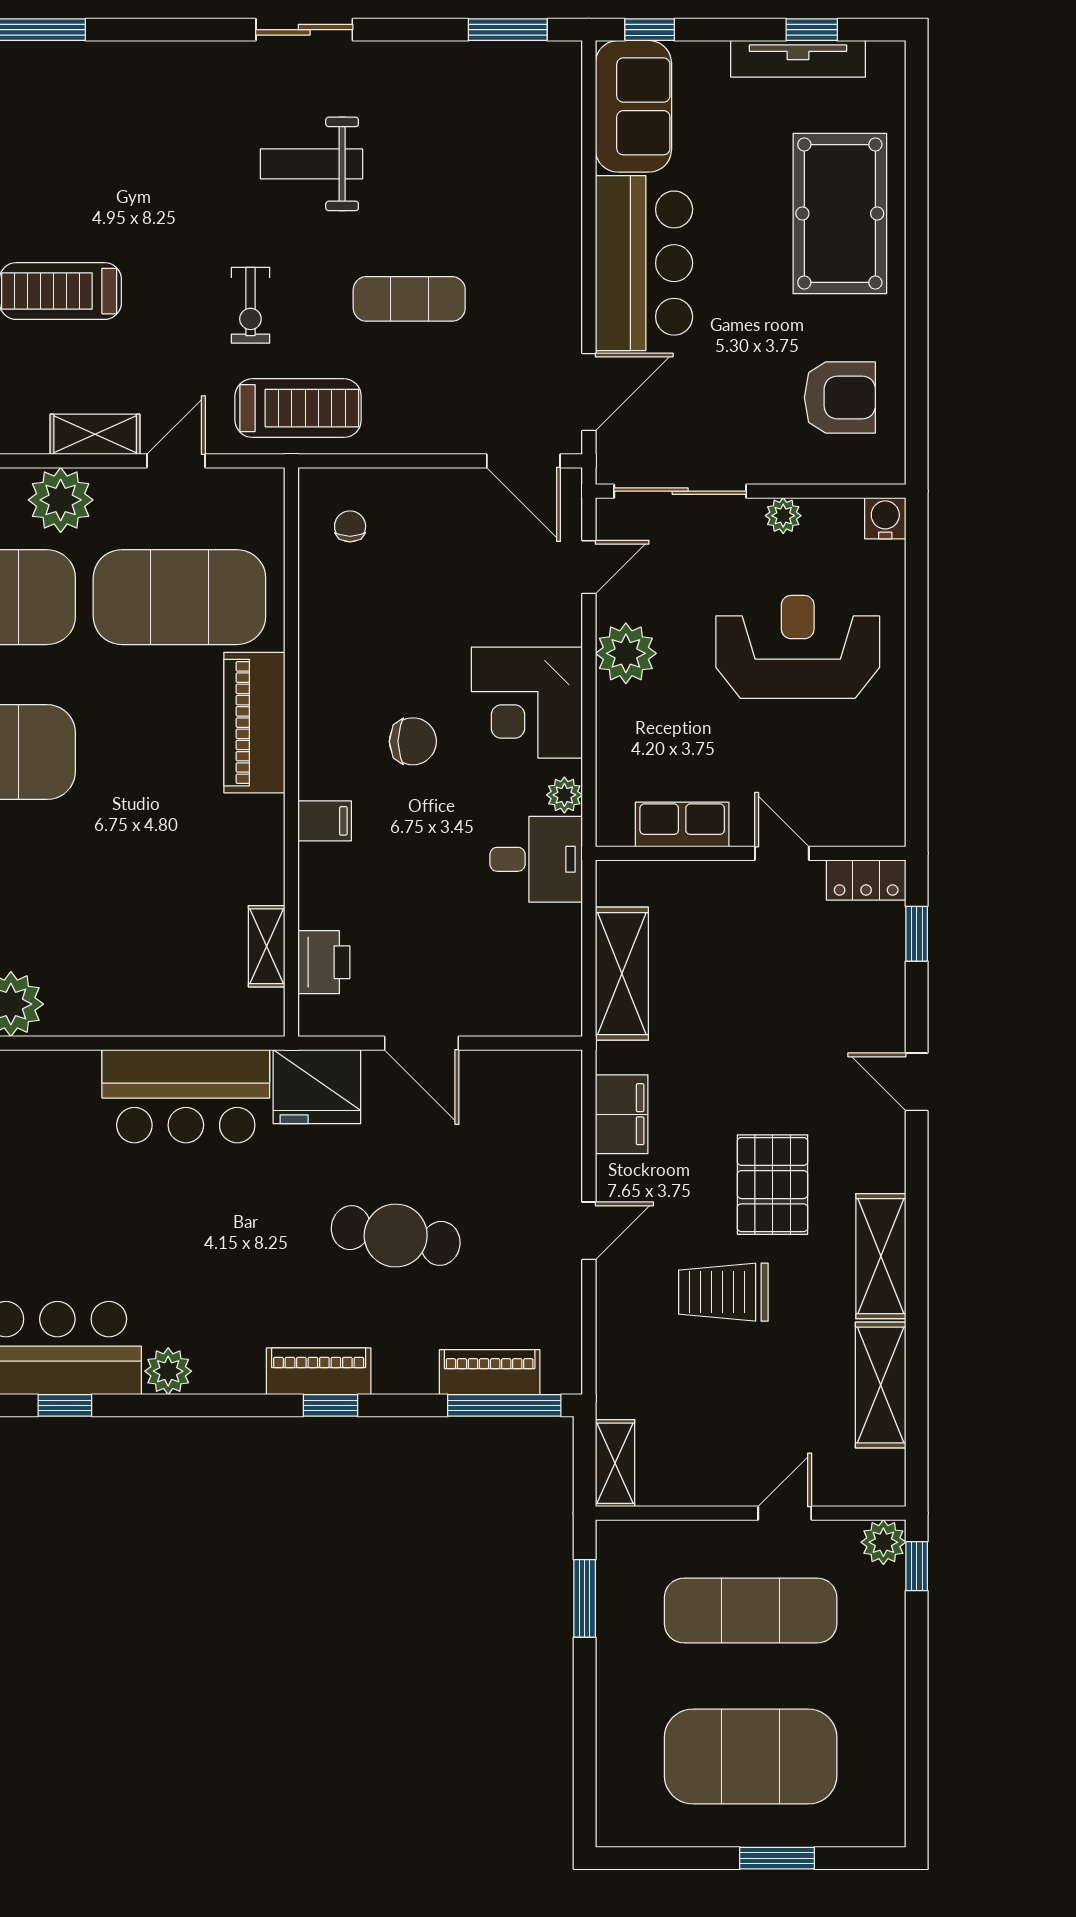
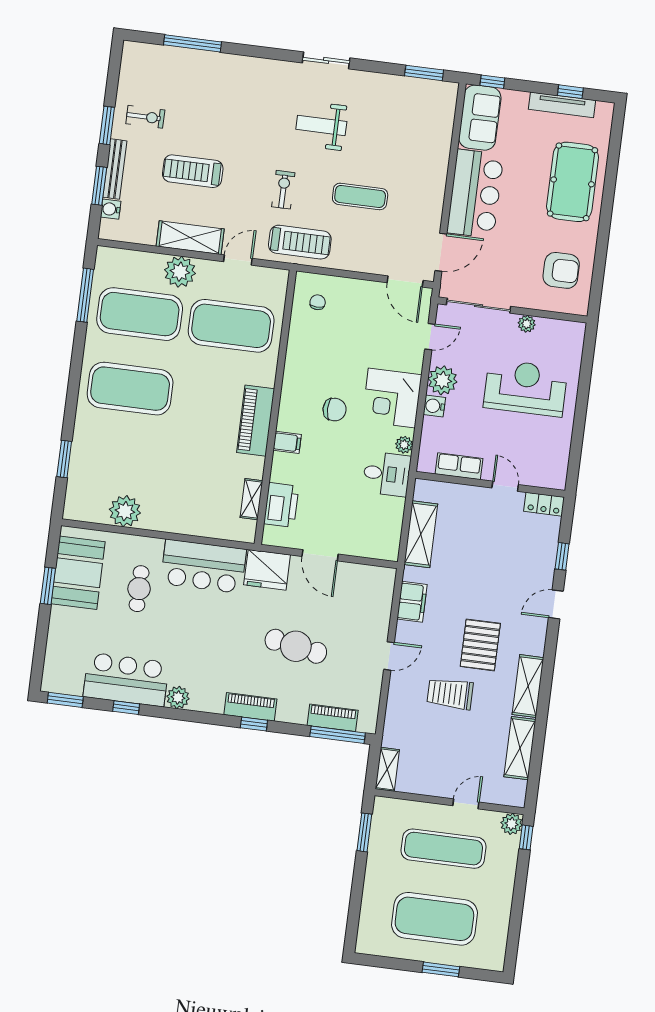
exercise bike: (250, 305) -> (283, 190), turned 180
shelving: (95, 434) -> (190, 238), width x1.50, depth x1.33
water cooler: (885, 518) -> (434, 406), moved, turned -90
piano: (254, 723) -> (256, 421), moved
window: (917, 934) -> (562, 556), moved
printer: (324, 962) -> (281, 505), width x1.37, depth x1.19
door: (917, 1082) -> (556, 604), hinge flipped
cafe table: (60, 1159) -> (139, 589), added

